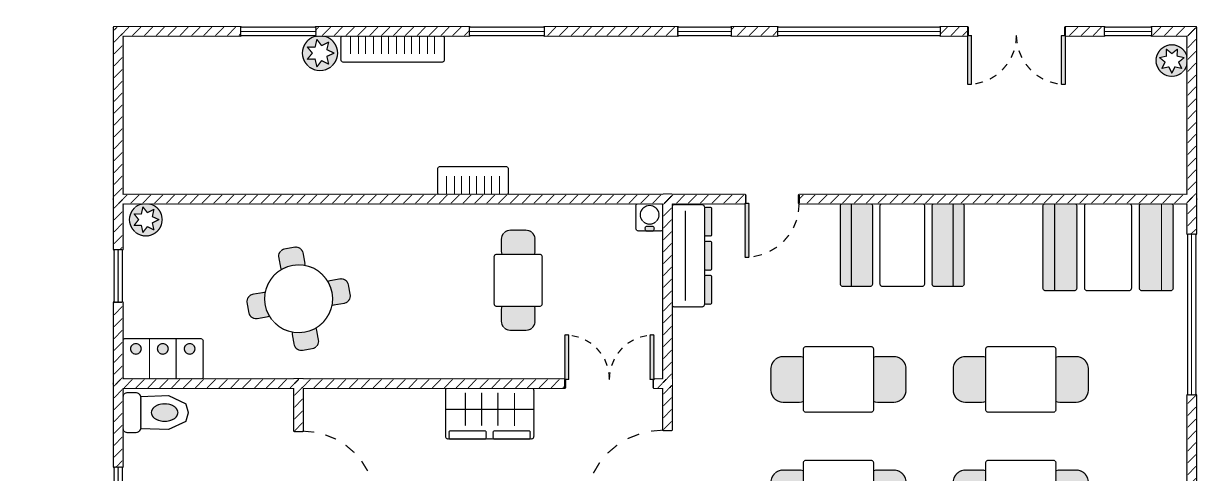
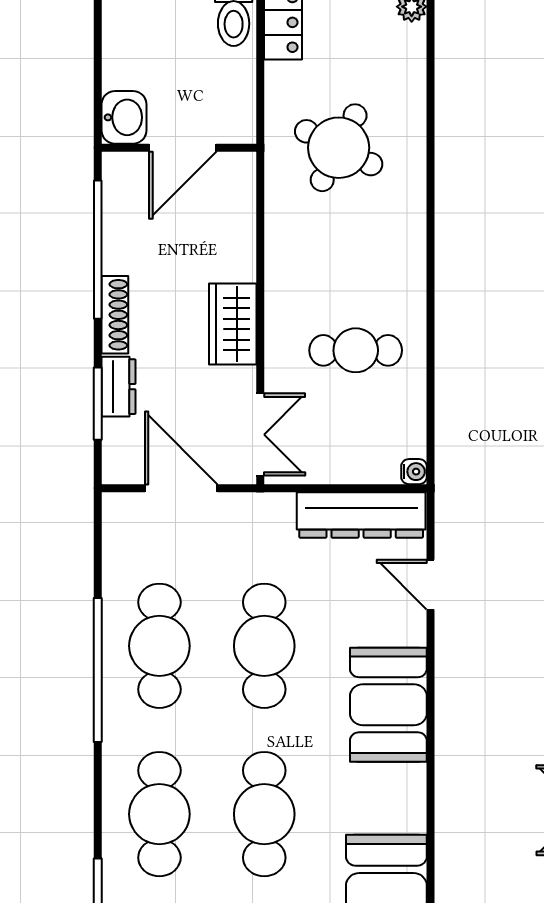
bookcase: (473, 181) -> (448, 309), removed
dresser: (692, 256) -> (361, 515), width x1.37, depth x1.24
round table: (299, 299) -> (339, 148), turned 37

